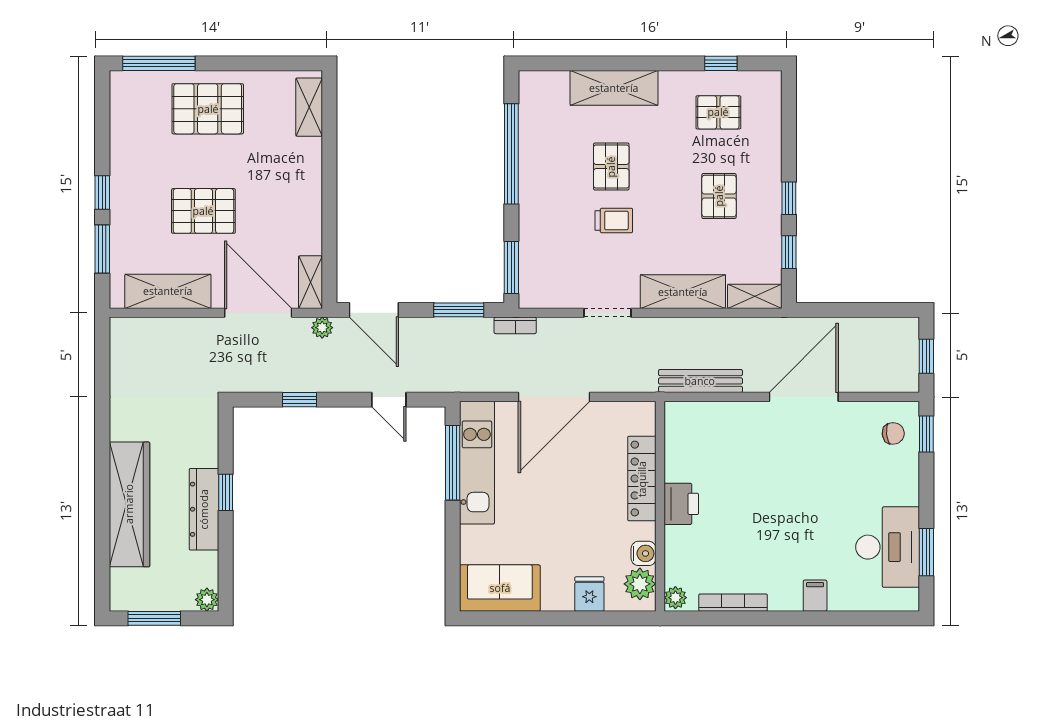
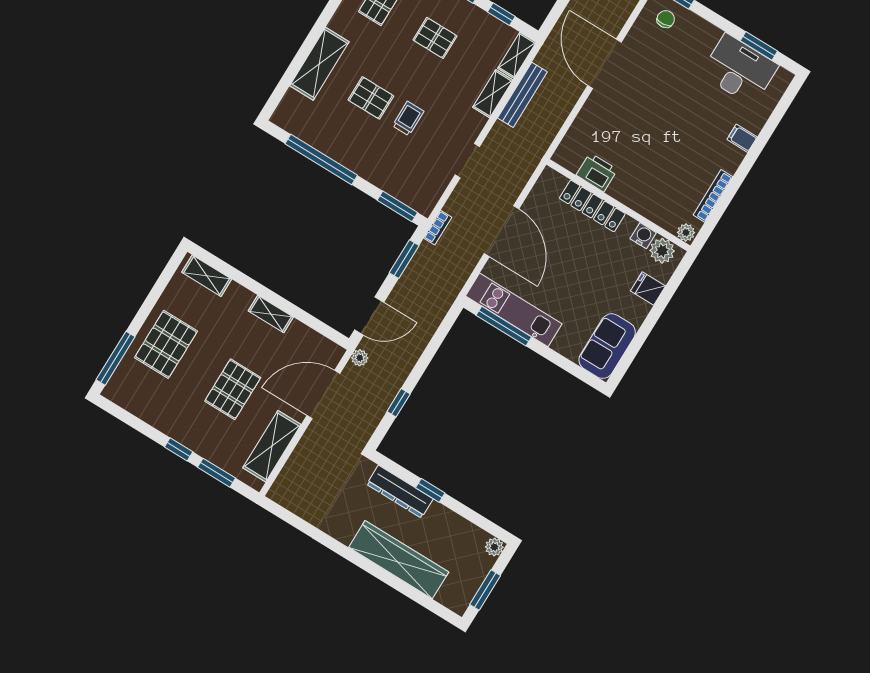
shelving: (310, 282) -> (271, 314), moved
shelving: (683, 292) -> (493, 94), width x0.67, depth x0.75
bench: (700, 381) -> (522, 95), moved
door: (389, 400) -> (435, 343), removed
printer: (681, 504) -> (597, 172), moved
dresser: (204, 509) -> (400, 492), moved

